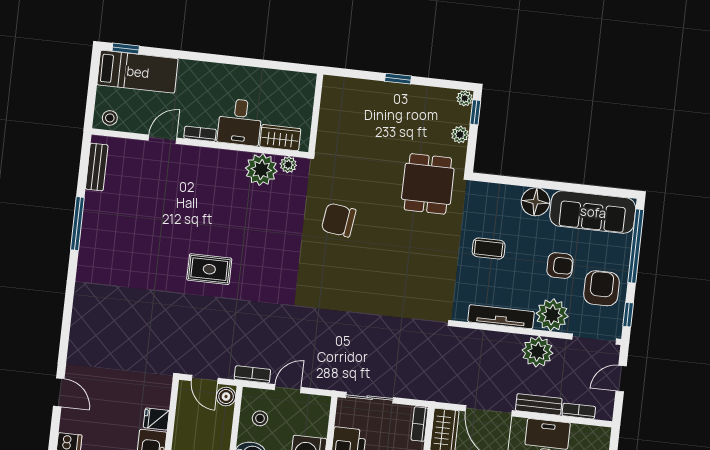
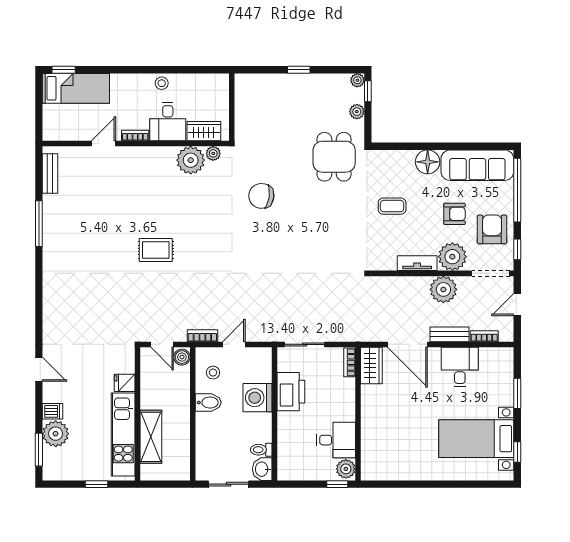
stool: (110, 118) -> (162, 83), moved
tv unit: (501, 317) -> (417, 263), width x0.71

